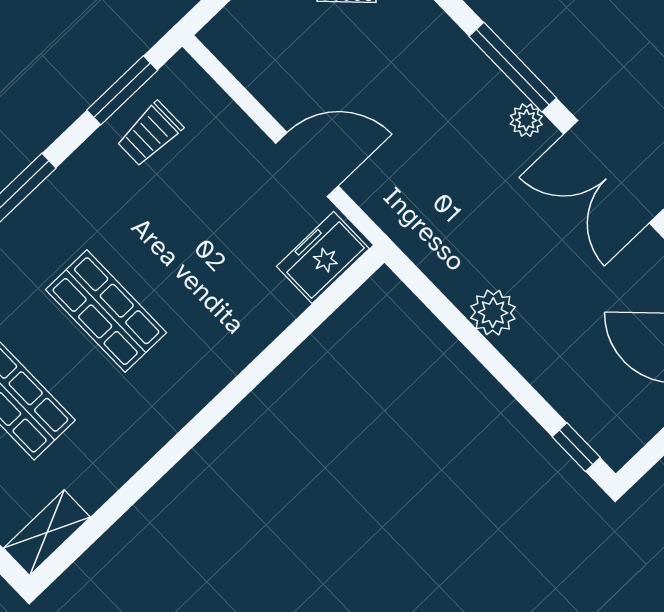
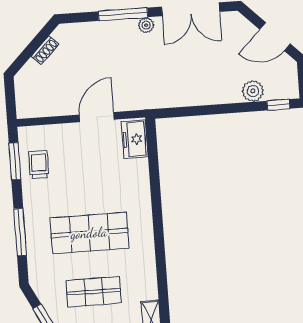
trolley: (150, 134) -> (39, 164), turned 180
shop shelf: (106, 311) -> (89, 233), width x1.43, depth x1.36
plant: (493, 312) -> (253, 91), moved

